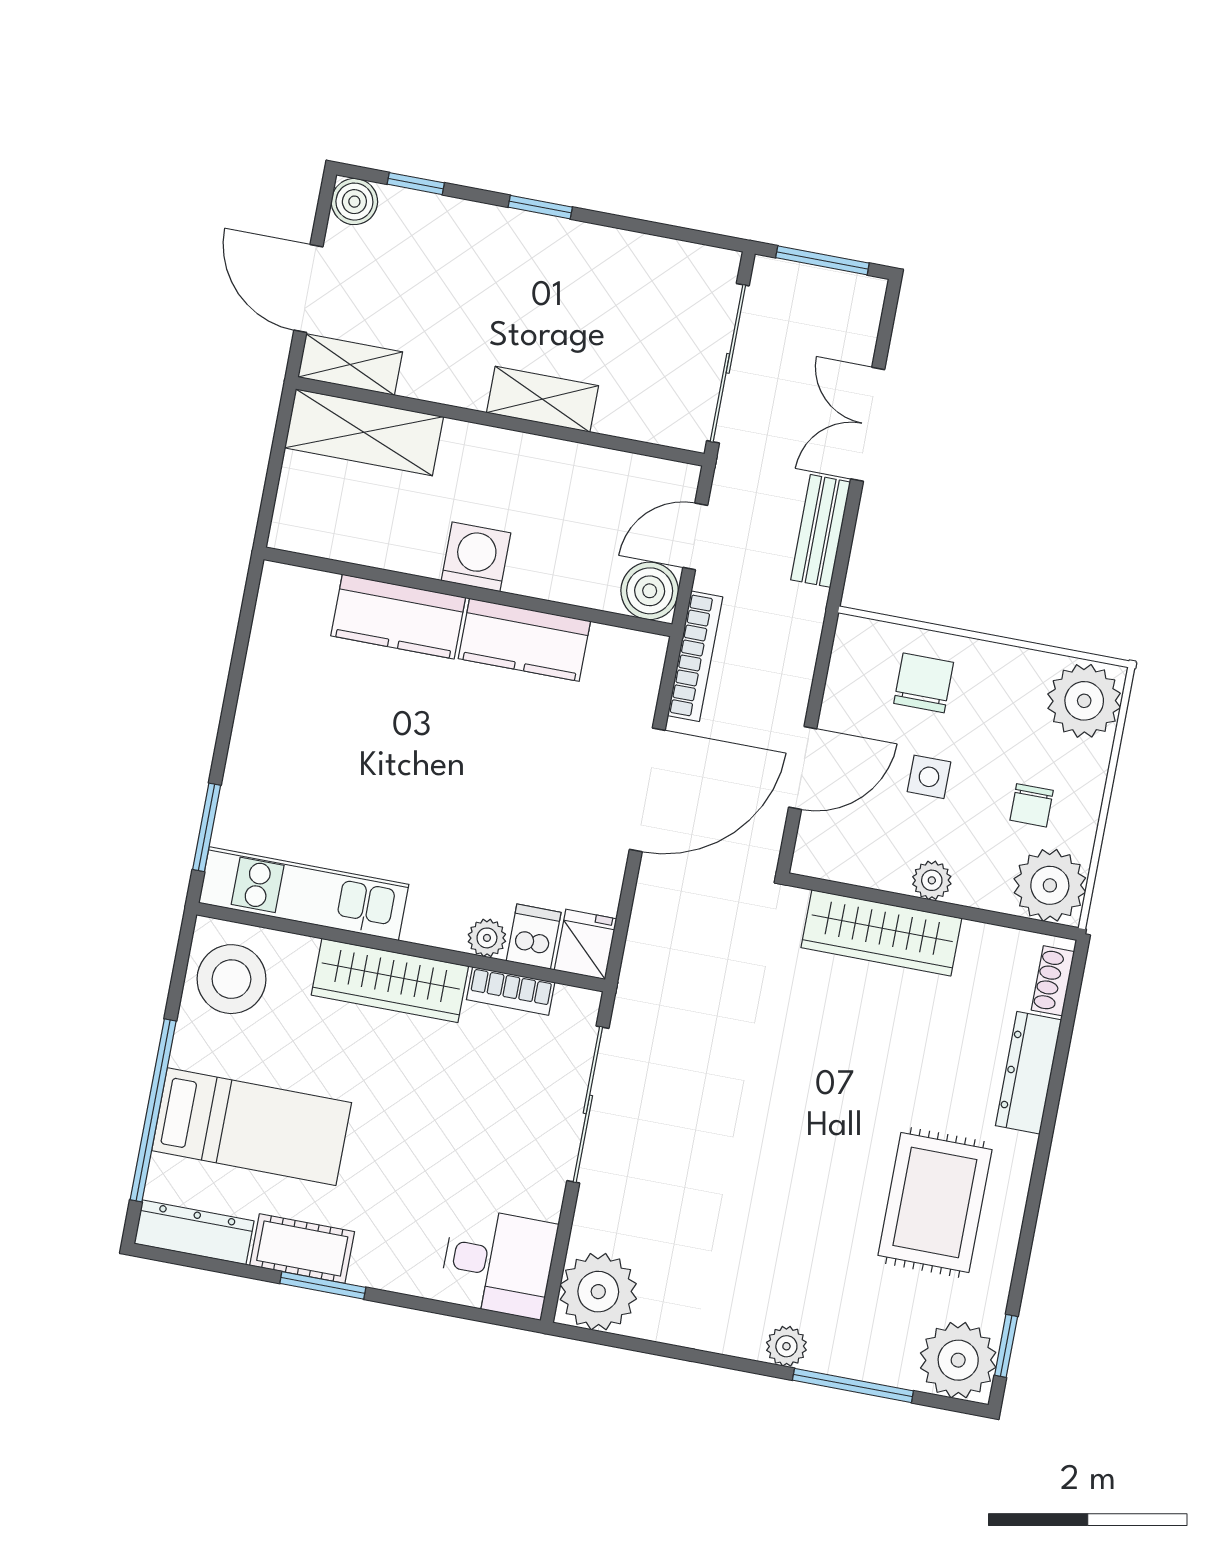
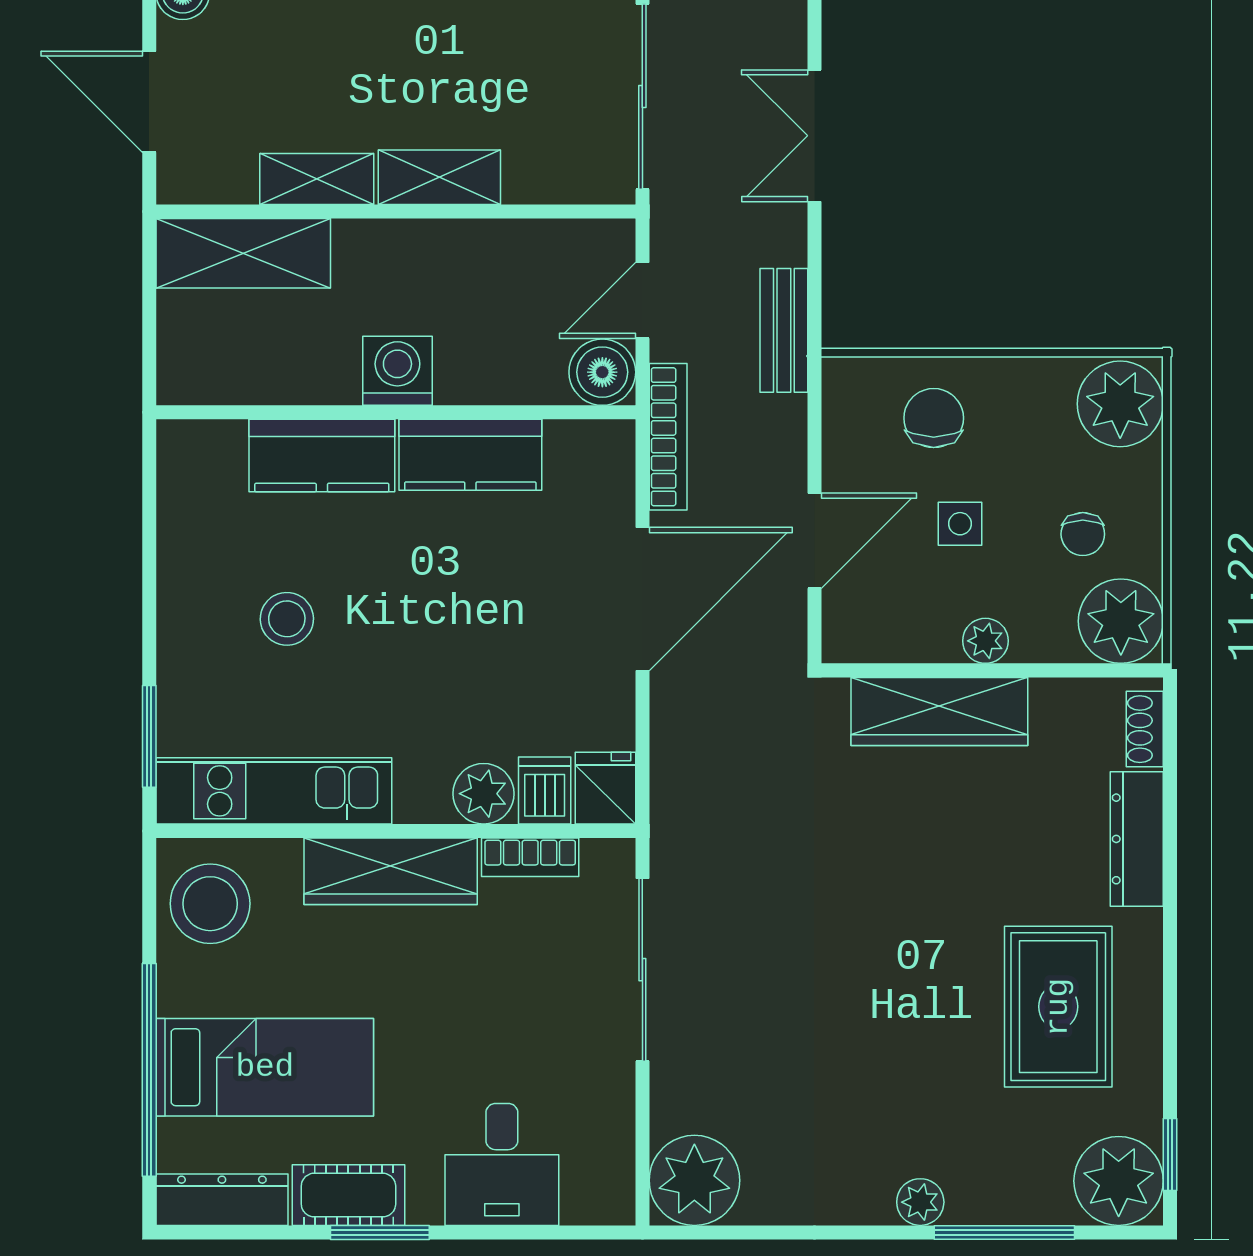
shelving: (350, 364) -> (317, 179), moved
bench: (821, 531) -> (784, 330), moved
stool: (342, 750) -> (287, 619), added
plant: (487, 938) -> (484, 794), width x1.38, depth x1.38
desk: (498, 1263) -> (502, 1164), moved, turned 90

